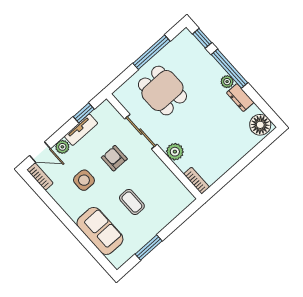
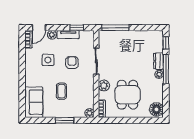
window: (151, 52) -> (115, 28), moved
dining table: (162, 91) -> (127, 95), moved
dresser: (240, 98) -> (158, 61), moved
door: (40, 152) -> (39, 28), hinge flipped
plant: (187, 198) -> (89, 113), added
sofa: (100, 231) -> (34, 102), moved
window: (149, 248) -> (65, 120), moved

